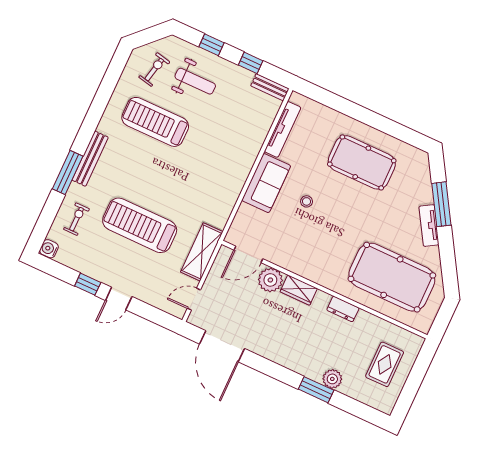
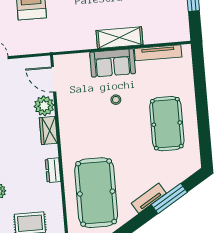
bench: (270, 87) -> (184, 26), removed
shelving: (202, 252) -> (120, 38), moved

